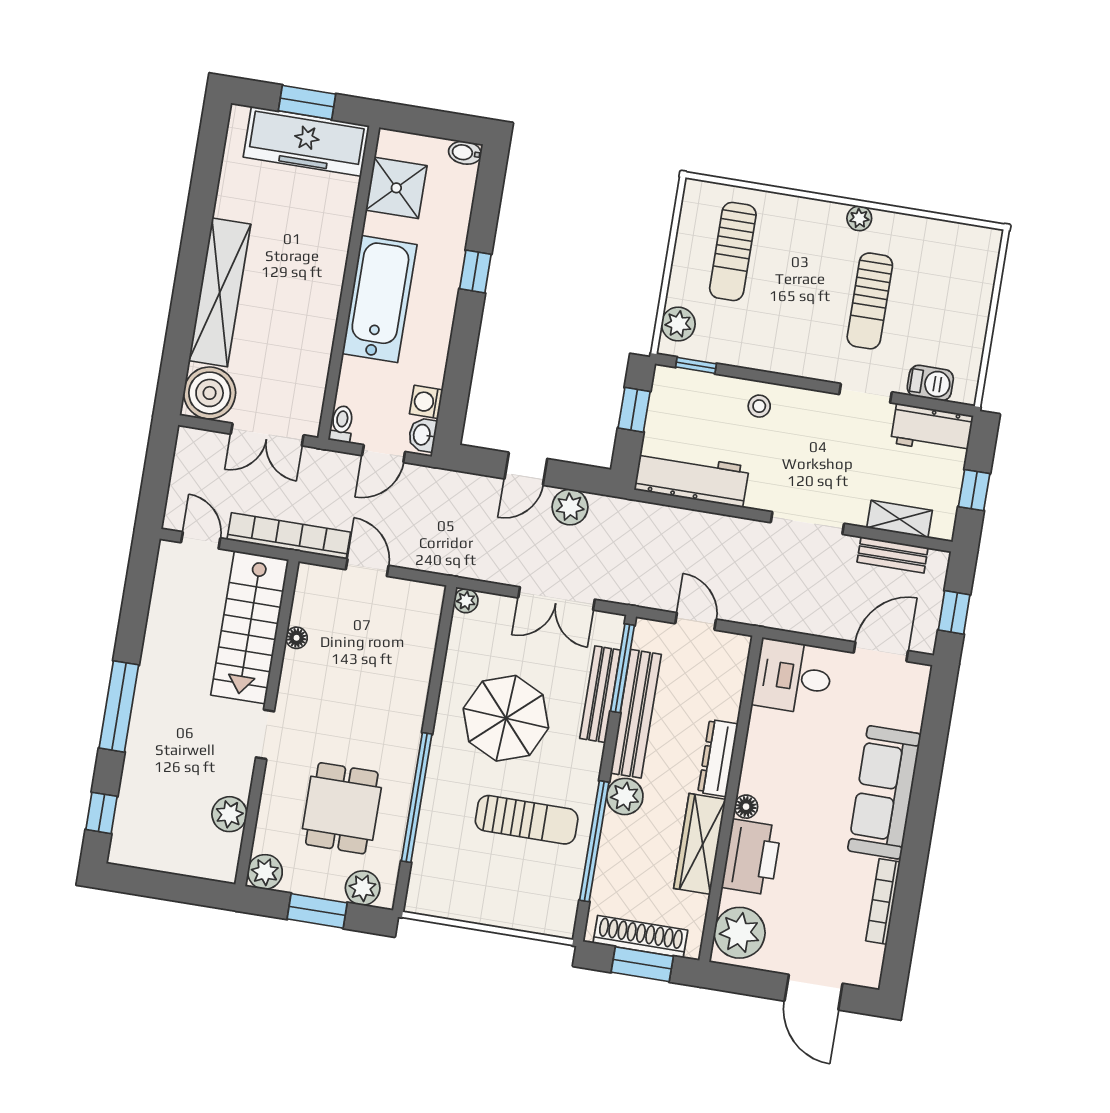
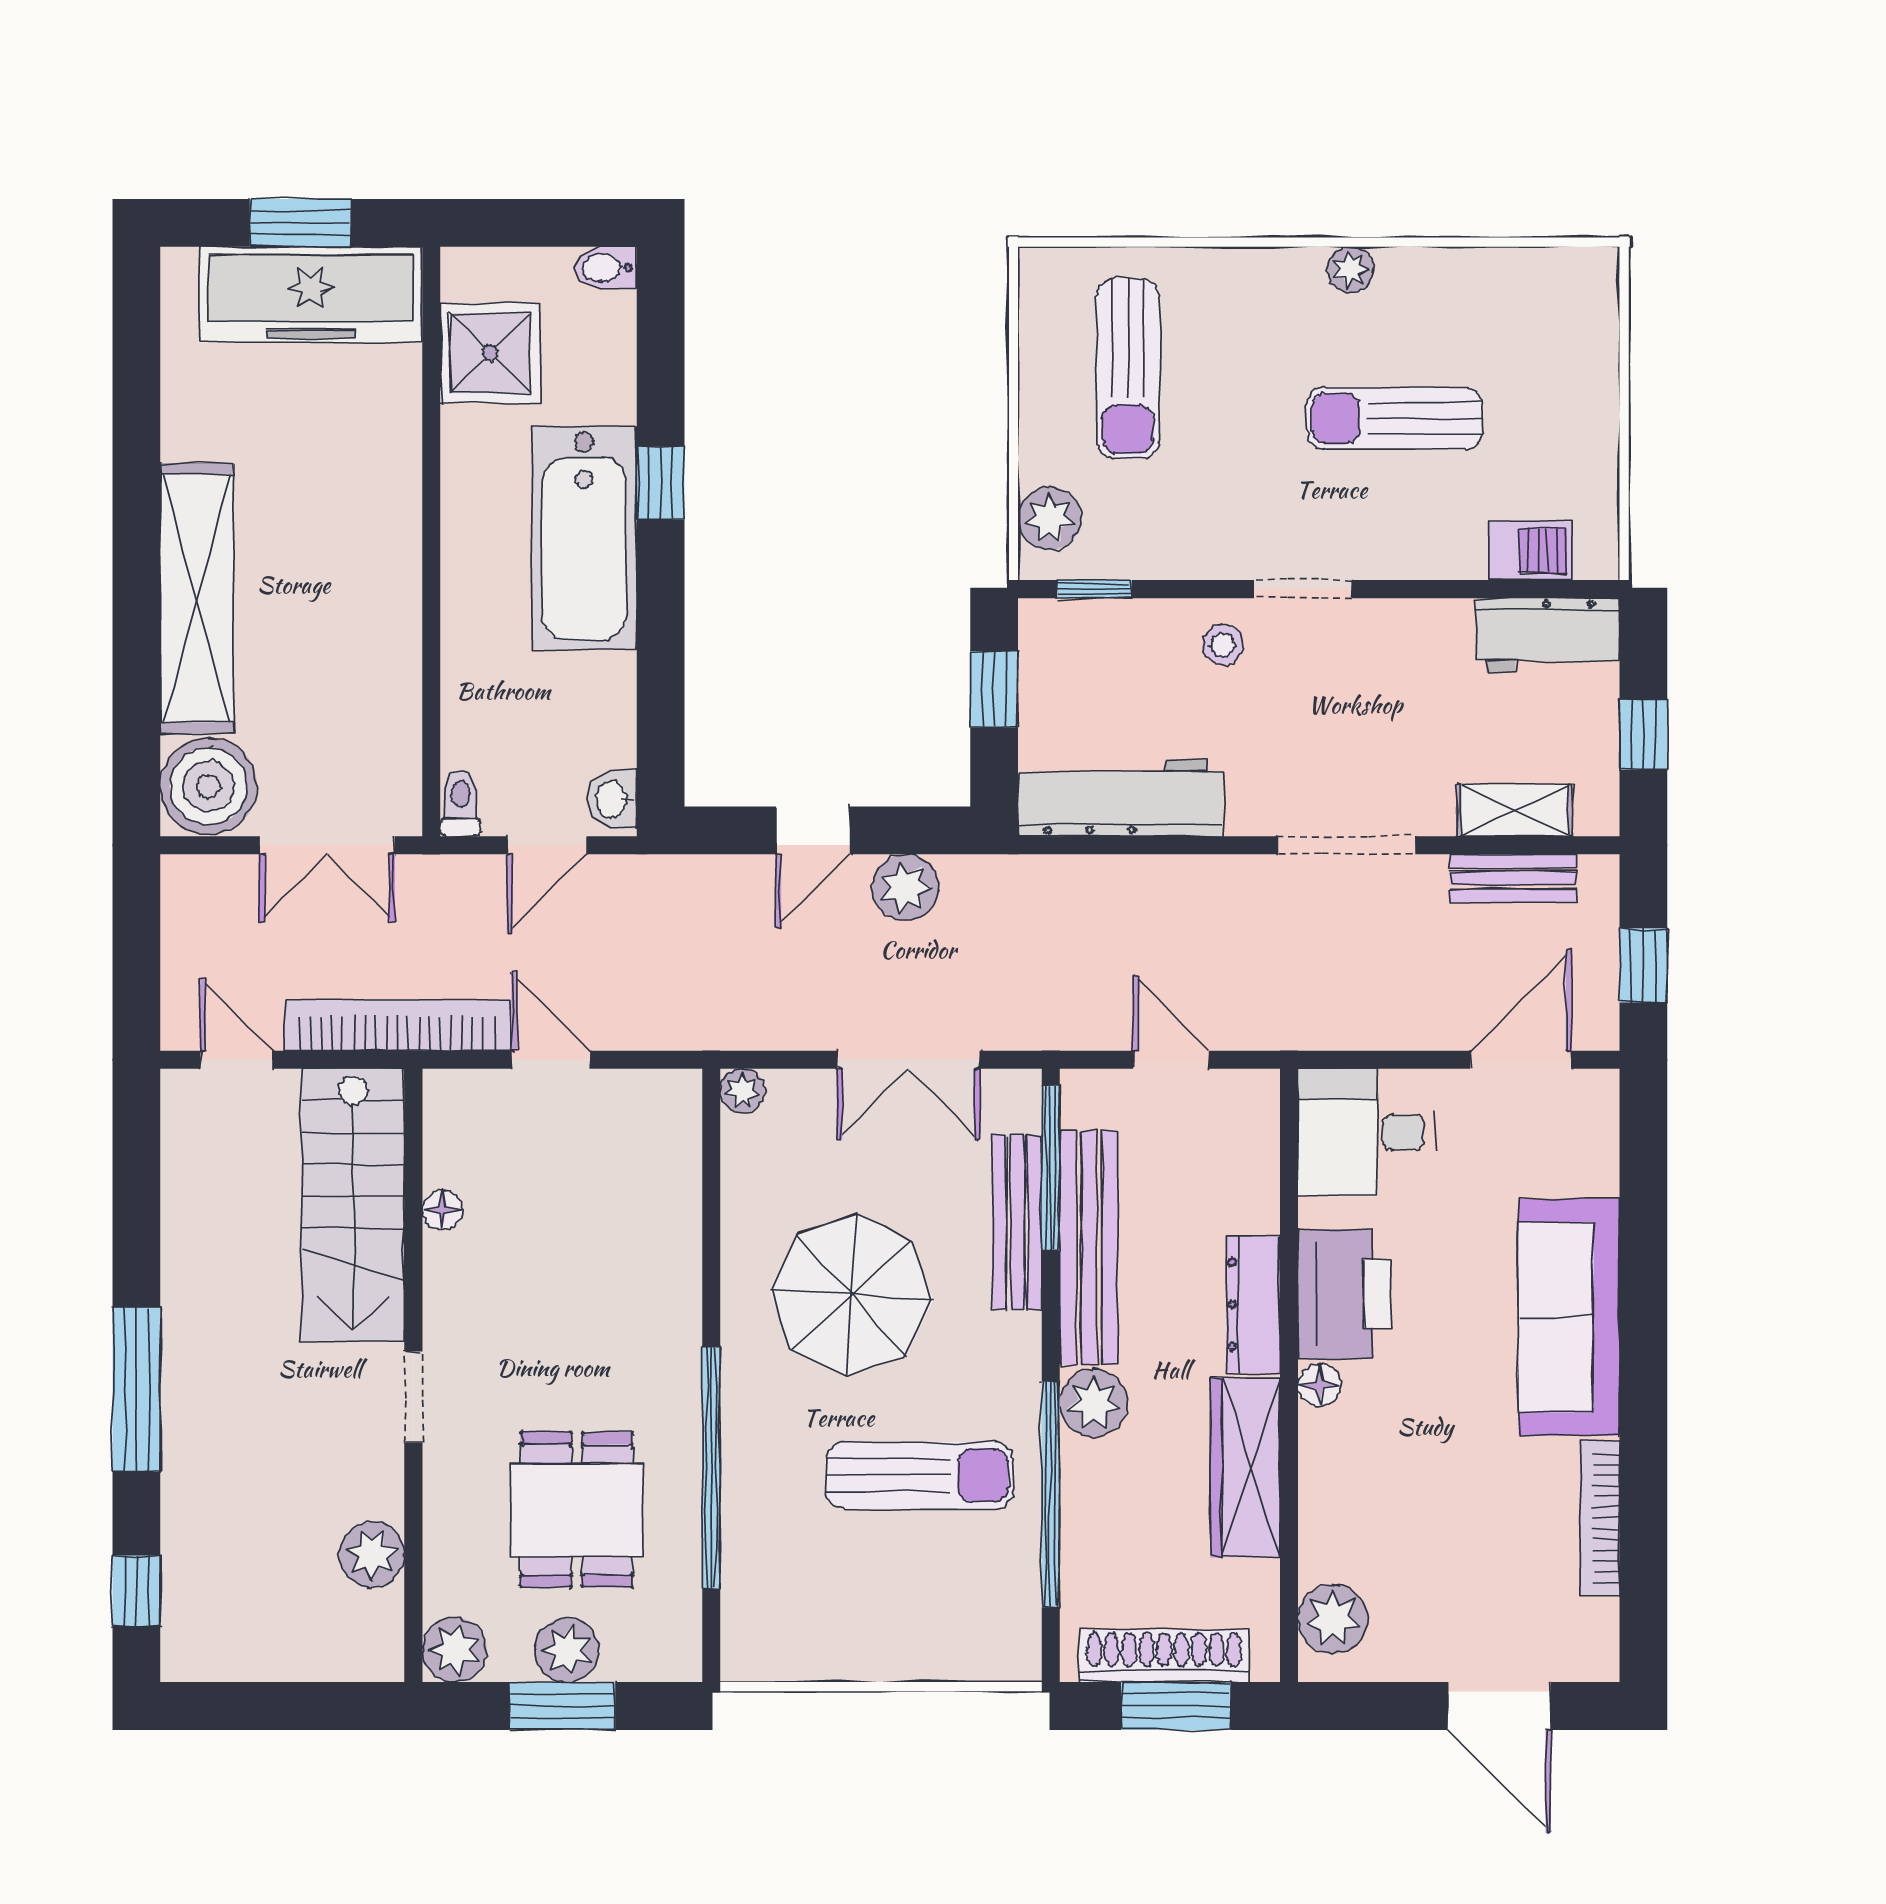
bathtub: (379, 299) -> (584, 538), moved, turned 180
sun lounger: (870, 301) -> (1395, 418), turned 90
doorway: (865, 393) -> (1303, 589), moved
washing machine: (426, 402) -> (610, 738), removed
printer: (751, 857) -> (1345, 1294), moved
plant: (363, 888) -> (567, 1650), moved
plant: (740, 933) -> (1333, 1619), width x0.73, depth x0.73

